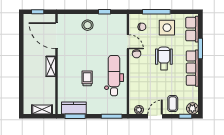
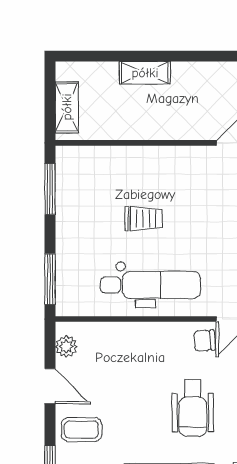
wheelchair: (164, 58) -> (193, 408), turned 90
shelving: (51, 66) -> (145, 73), moved
kitchen counter: (74, 108) -> (70, 186), removed

